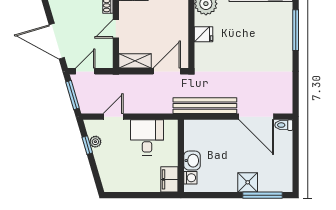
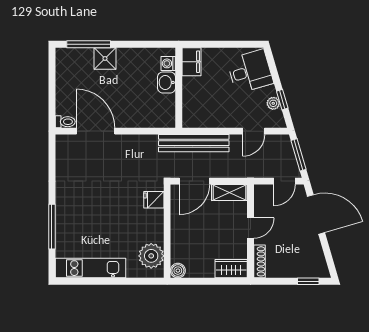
fridge: (204, 34) -> (154, 200), moved
bench: (205, 106) -> (194, 143), moved
desk: (147, 137) -> (250, 71), moved, turned -106

